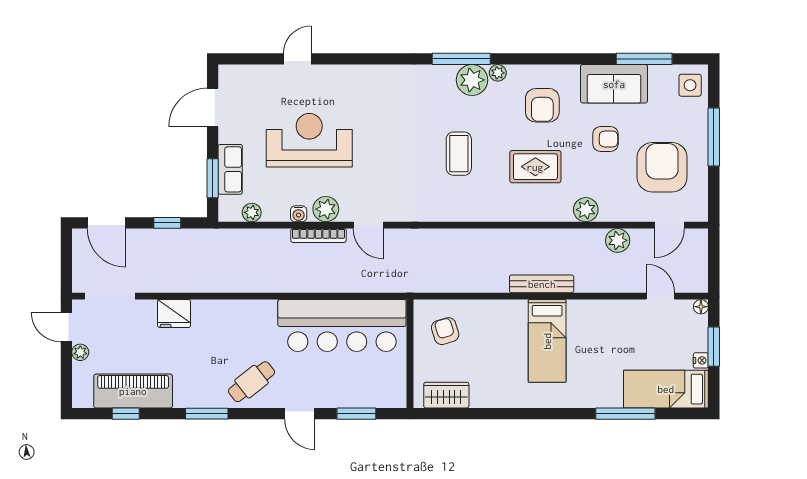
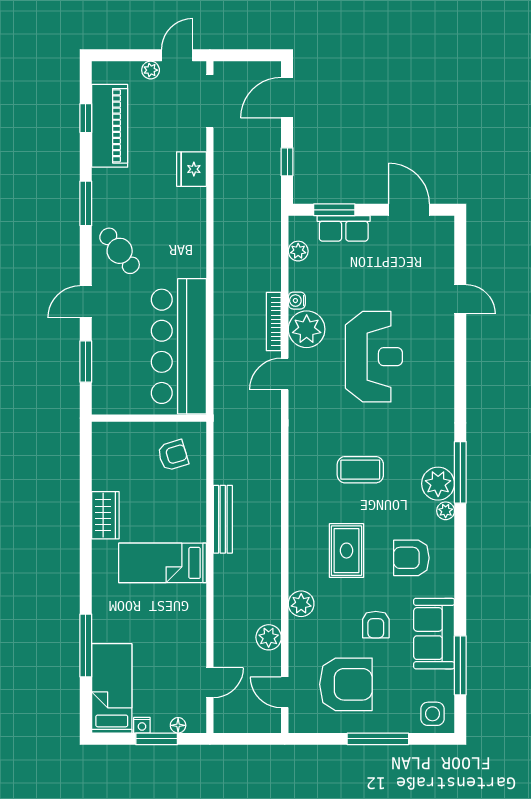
reception desk: (309, 140) -> (374, 357), moved
plant: (326, 209) -> (307, 329), width x1.36, depth x1.36
bench: (542, 284) -> (223, 519), moved
floor lamp: (701, 307) -> (178, 725), moved
wardrobe: (446, 395) -> (105, 515), moved

